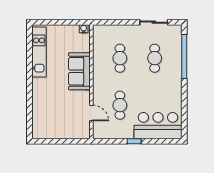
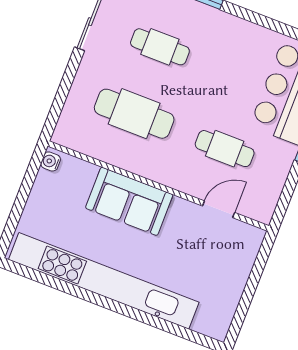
kitchen unit: (39, 52) -> (104, 281), width x1.86
cafe table: (120, 58) -> (134, 114), width x1.37, depth x1.35

